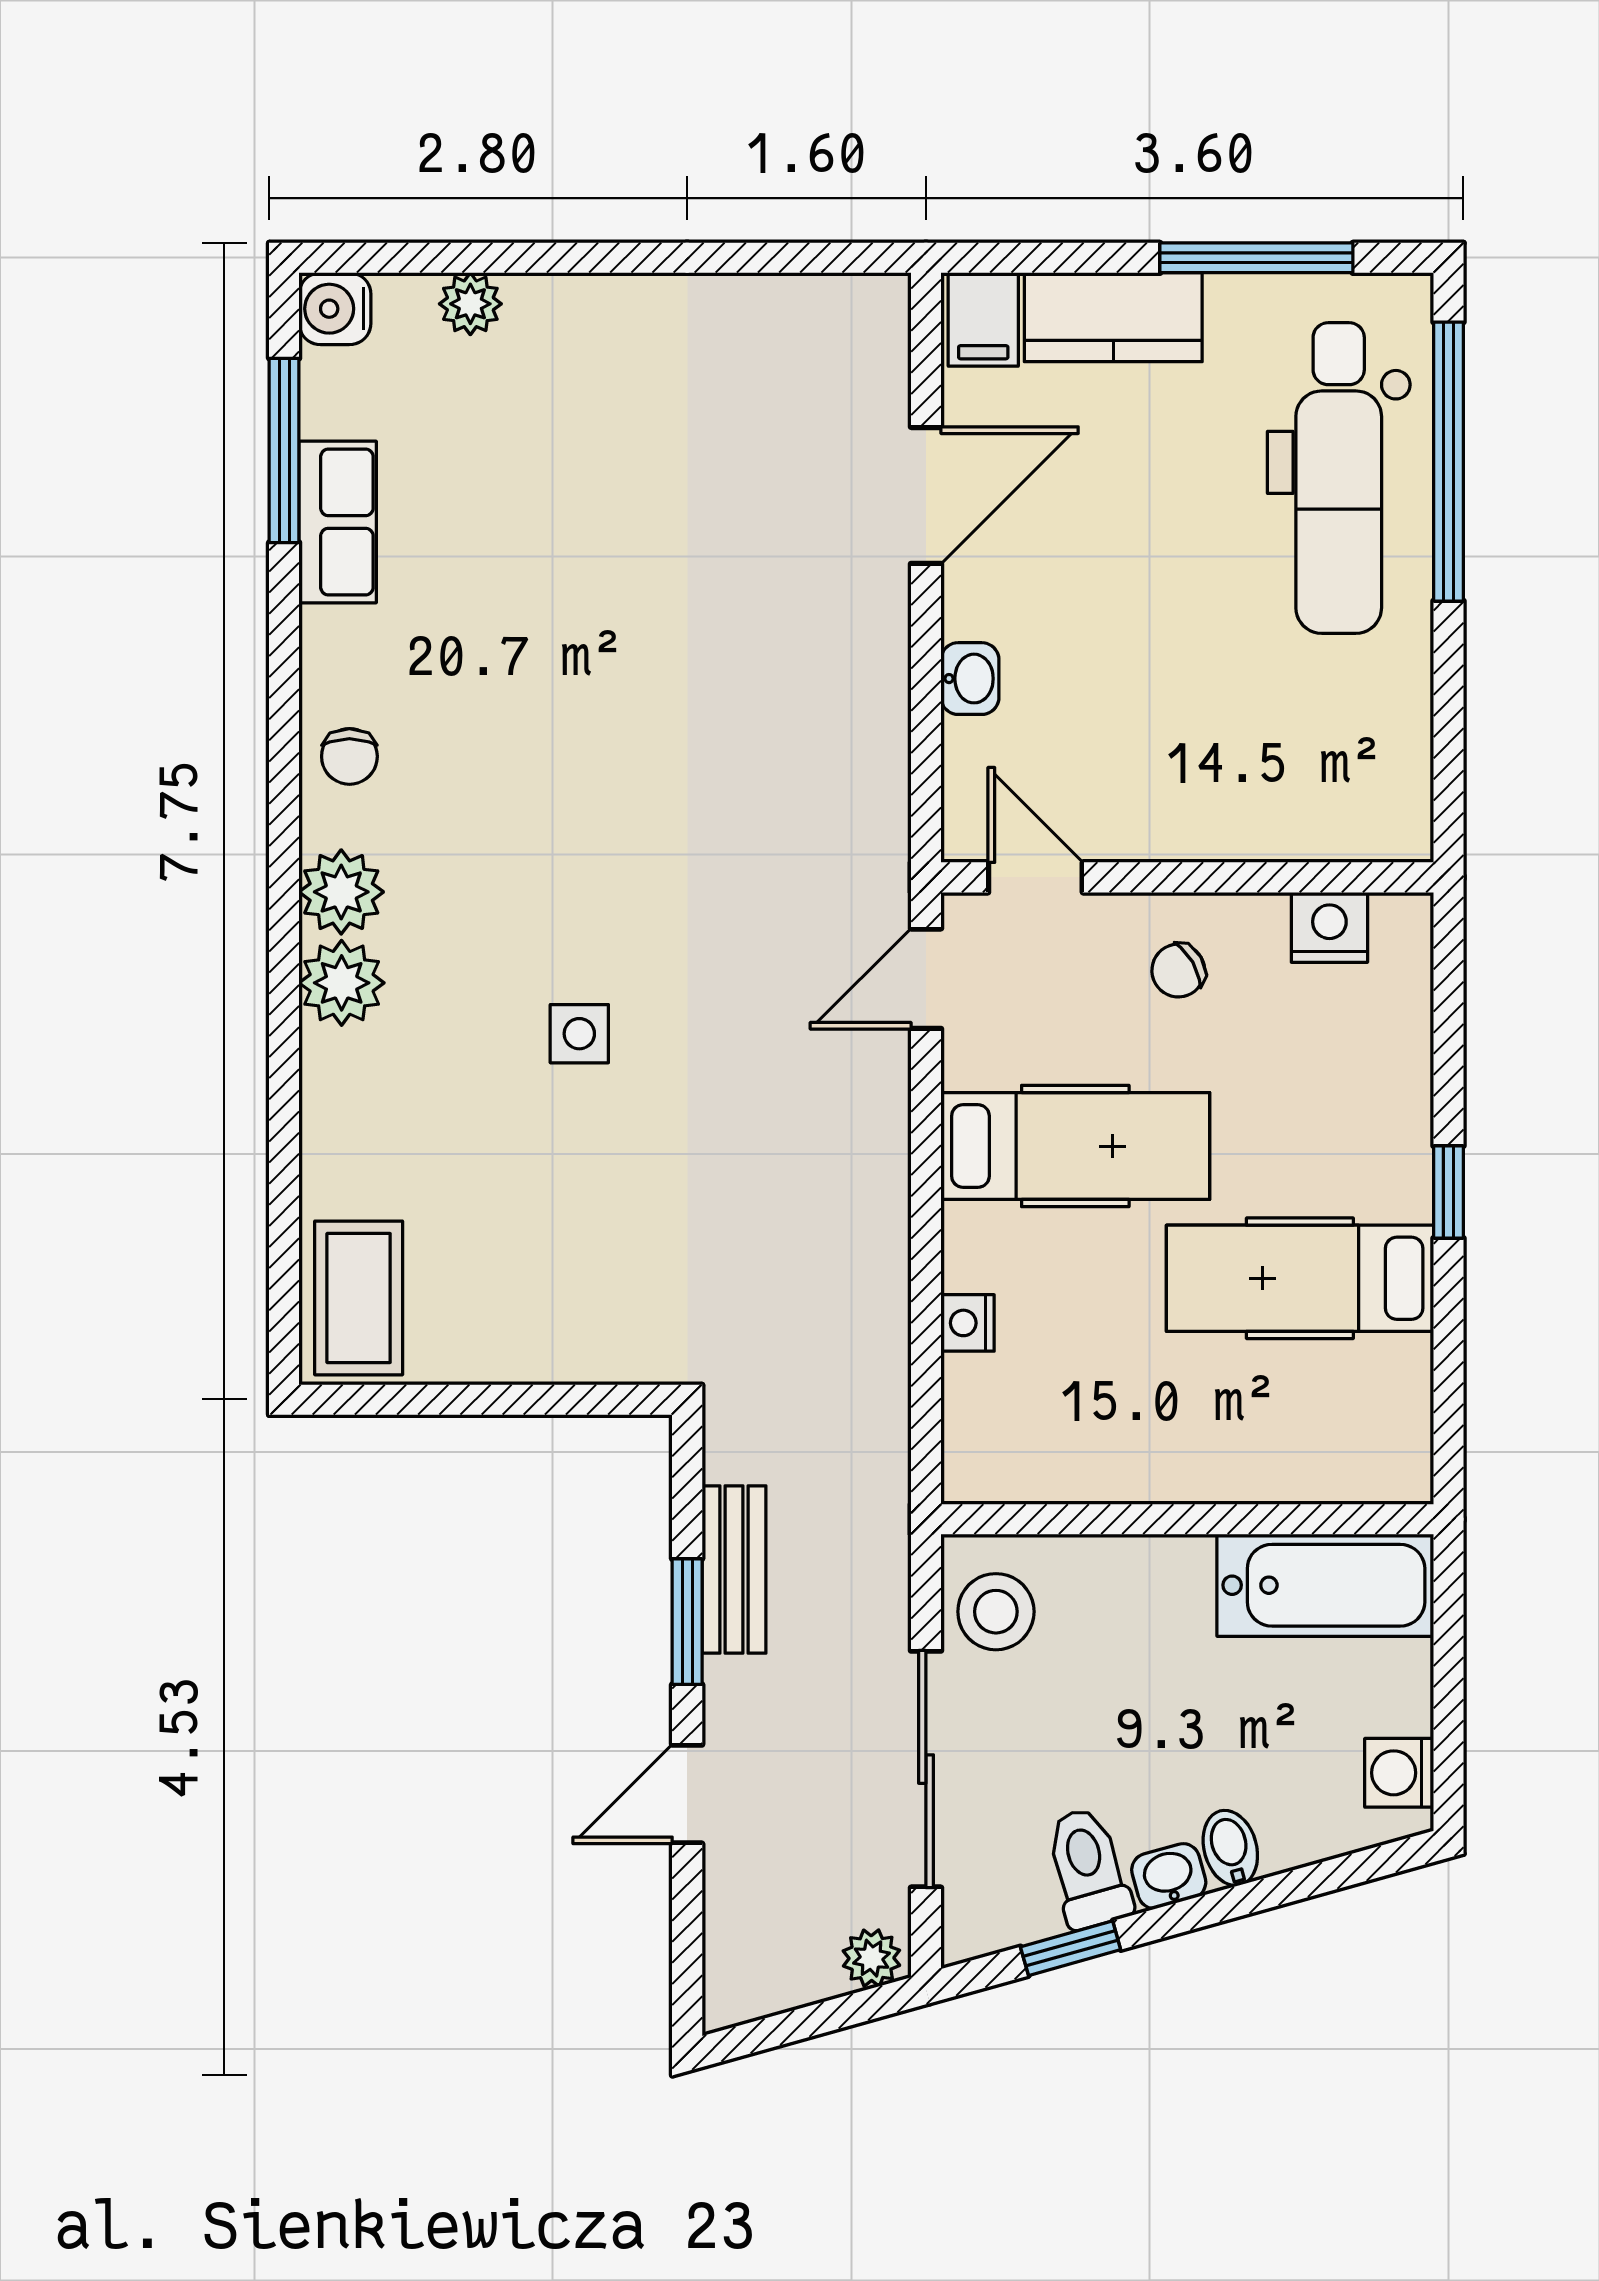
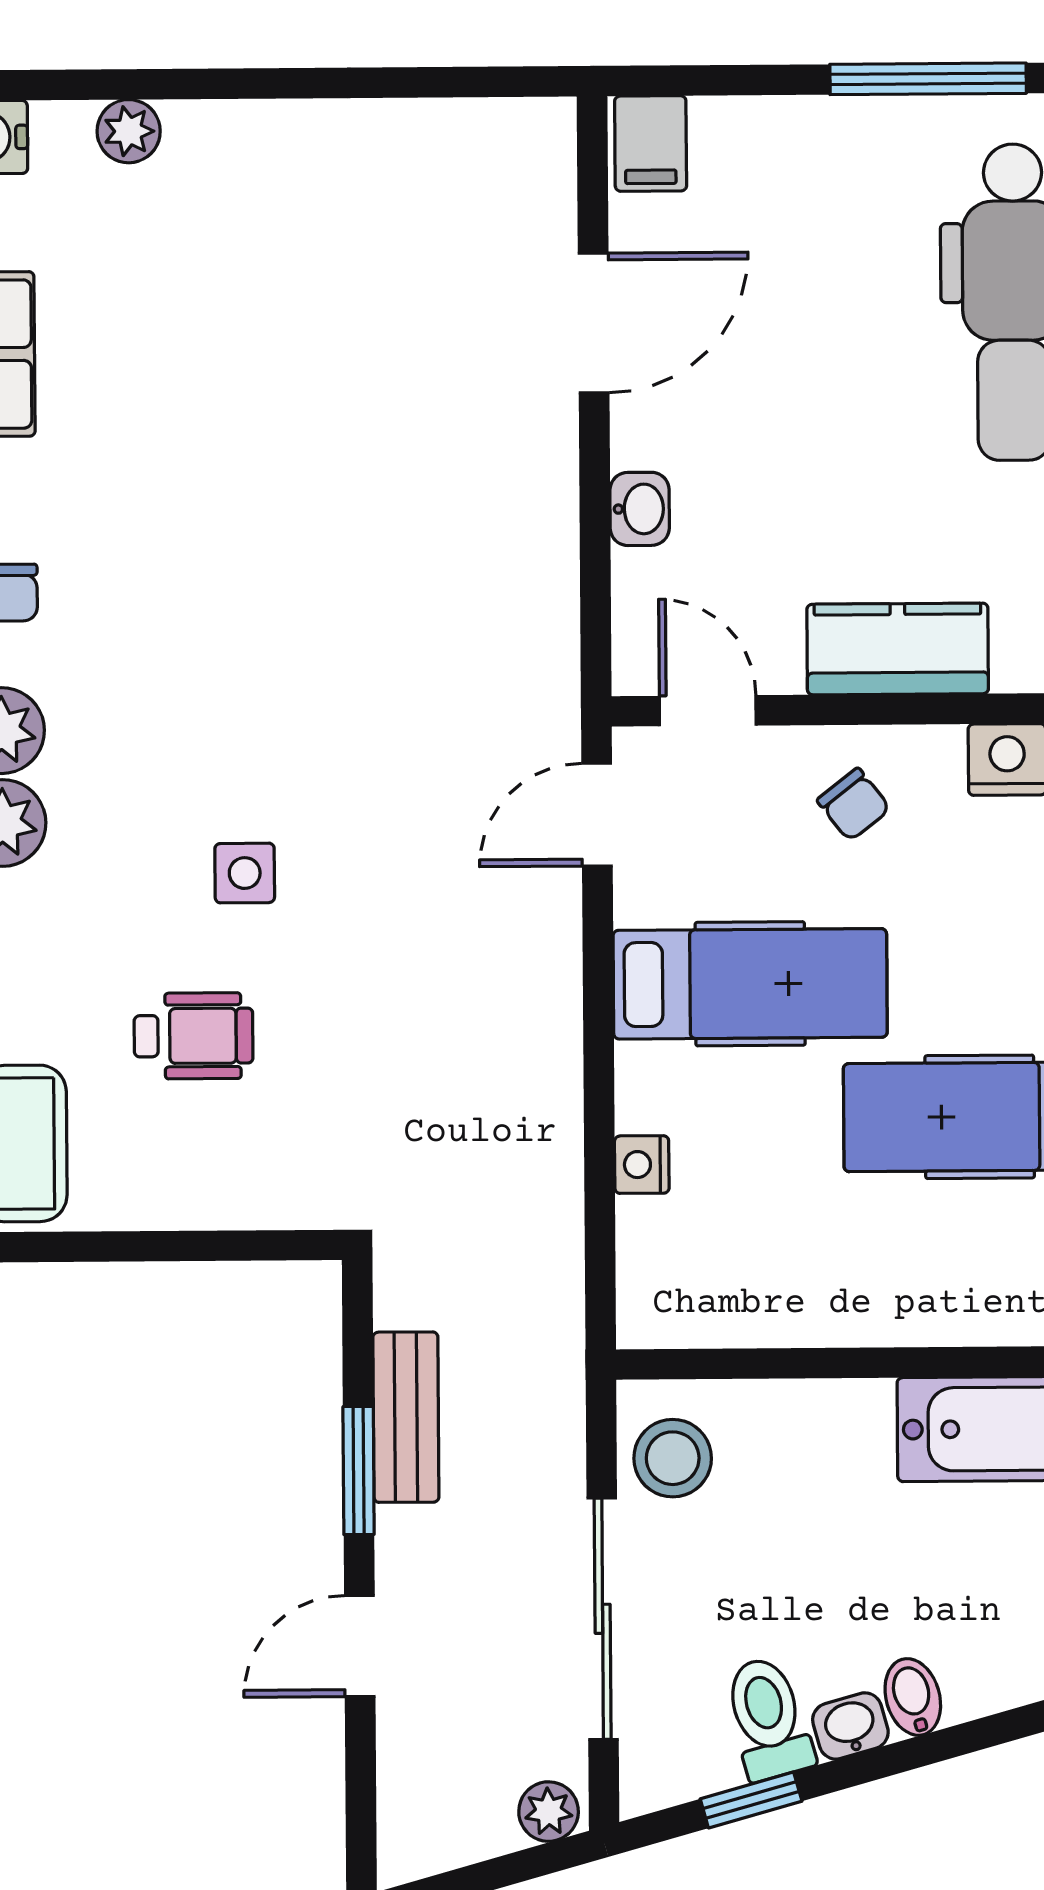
kitchen counter: (1113, 317) -> (898, 649), moved, turned 180
chair: (1178, 970) -> (854, 804), turned -98
wheelchair: (528, 1193) -> (194, 1036), added

